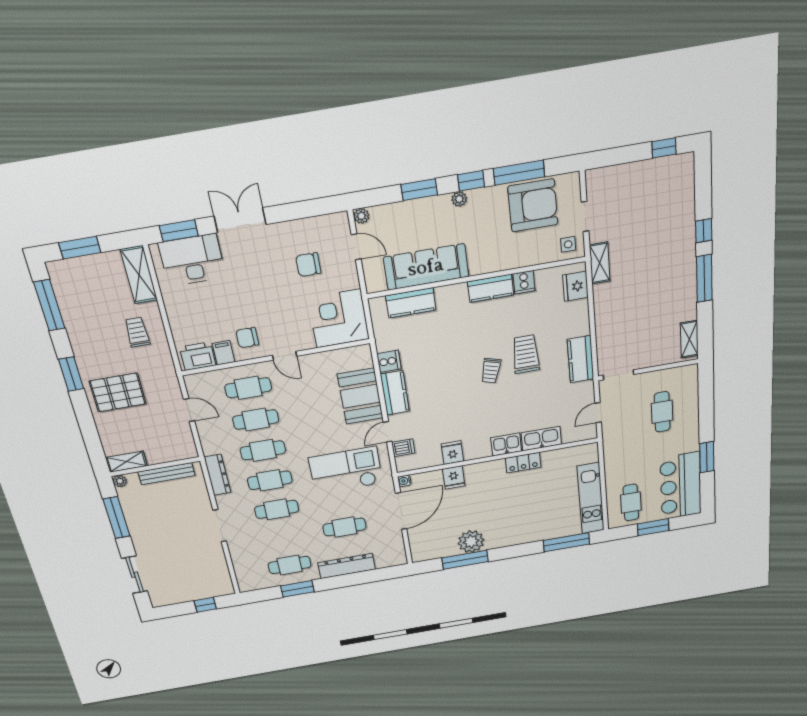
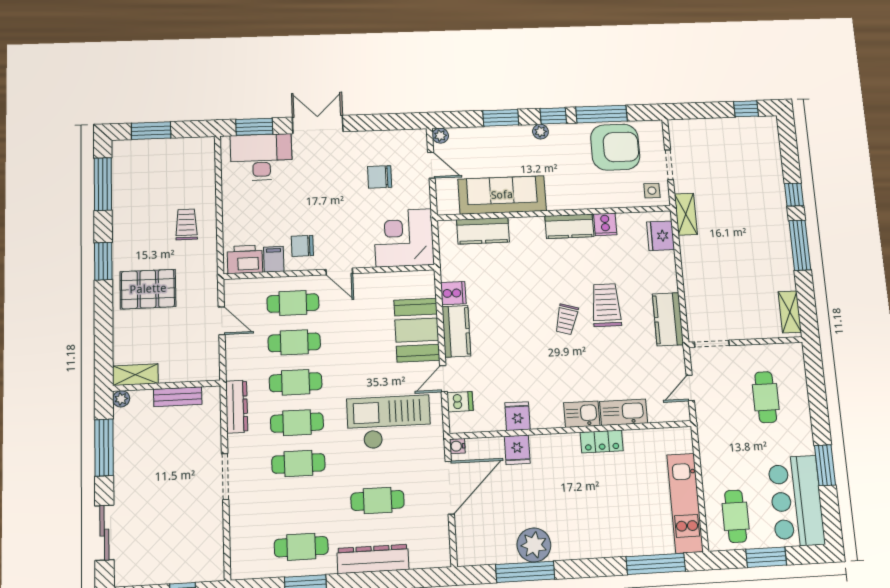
shelving: (139, 275) -> (204, 165), removed
bench: (167, 474) -> (178, 397), width x0.73

